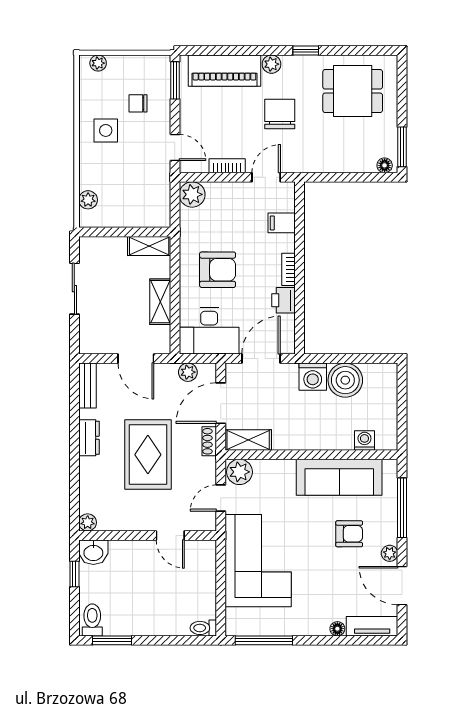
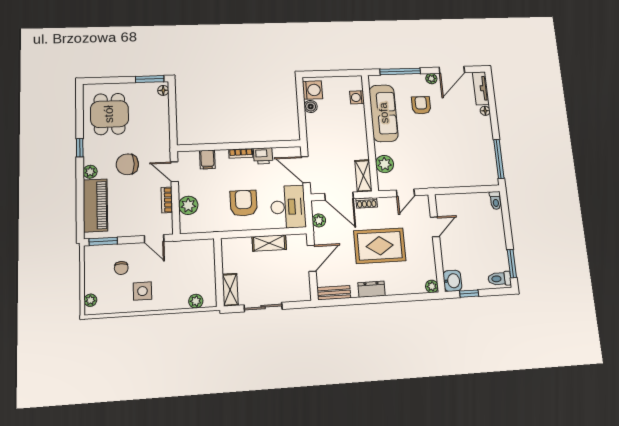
door: (175, 147) -> (154, 239), swing flipped
plant: (192, 194) -> (188, 205), moved
shelving: (149, 246) -> (230, 290), moved
washing machine: (313, 377) -> (313, 90), moved
boiler: (345, 380) -> (311, 106), width x0.54, depth x0.54
plant: (239, 472) -> (385, 164), moved
door: (221, 498) -> (405, 193), hinge flipped
corner sofa: (258, 561) -> (446, 165), removed

